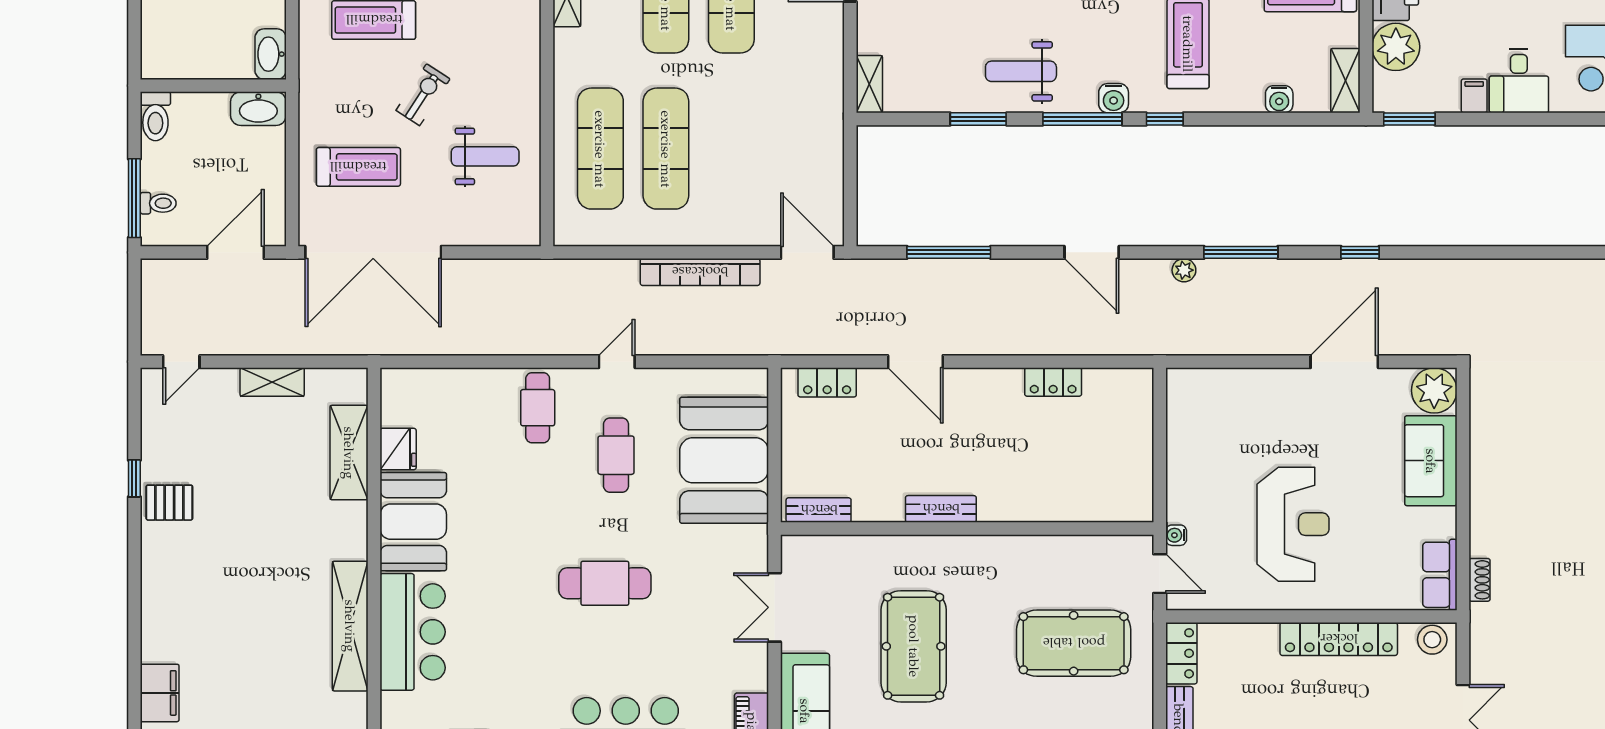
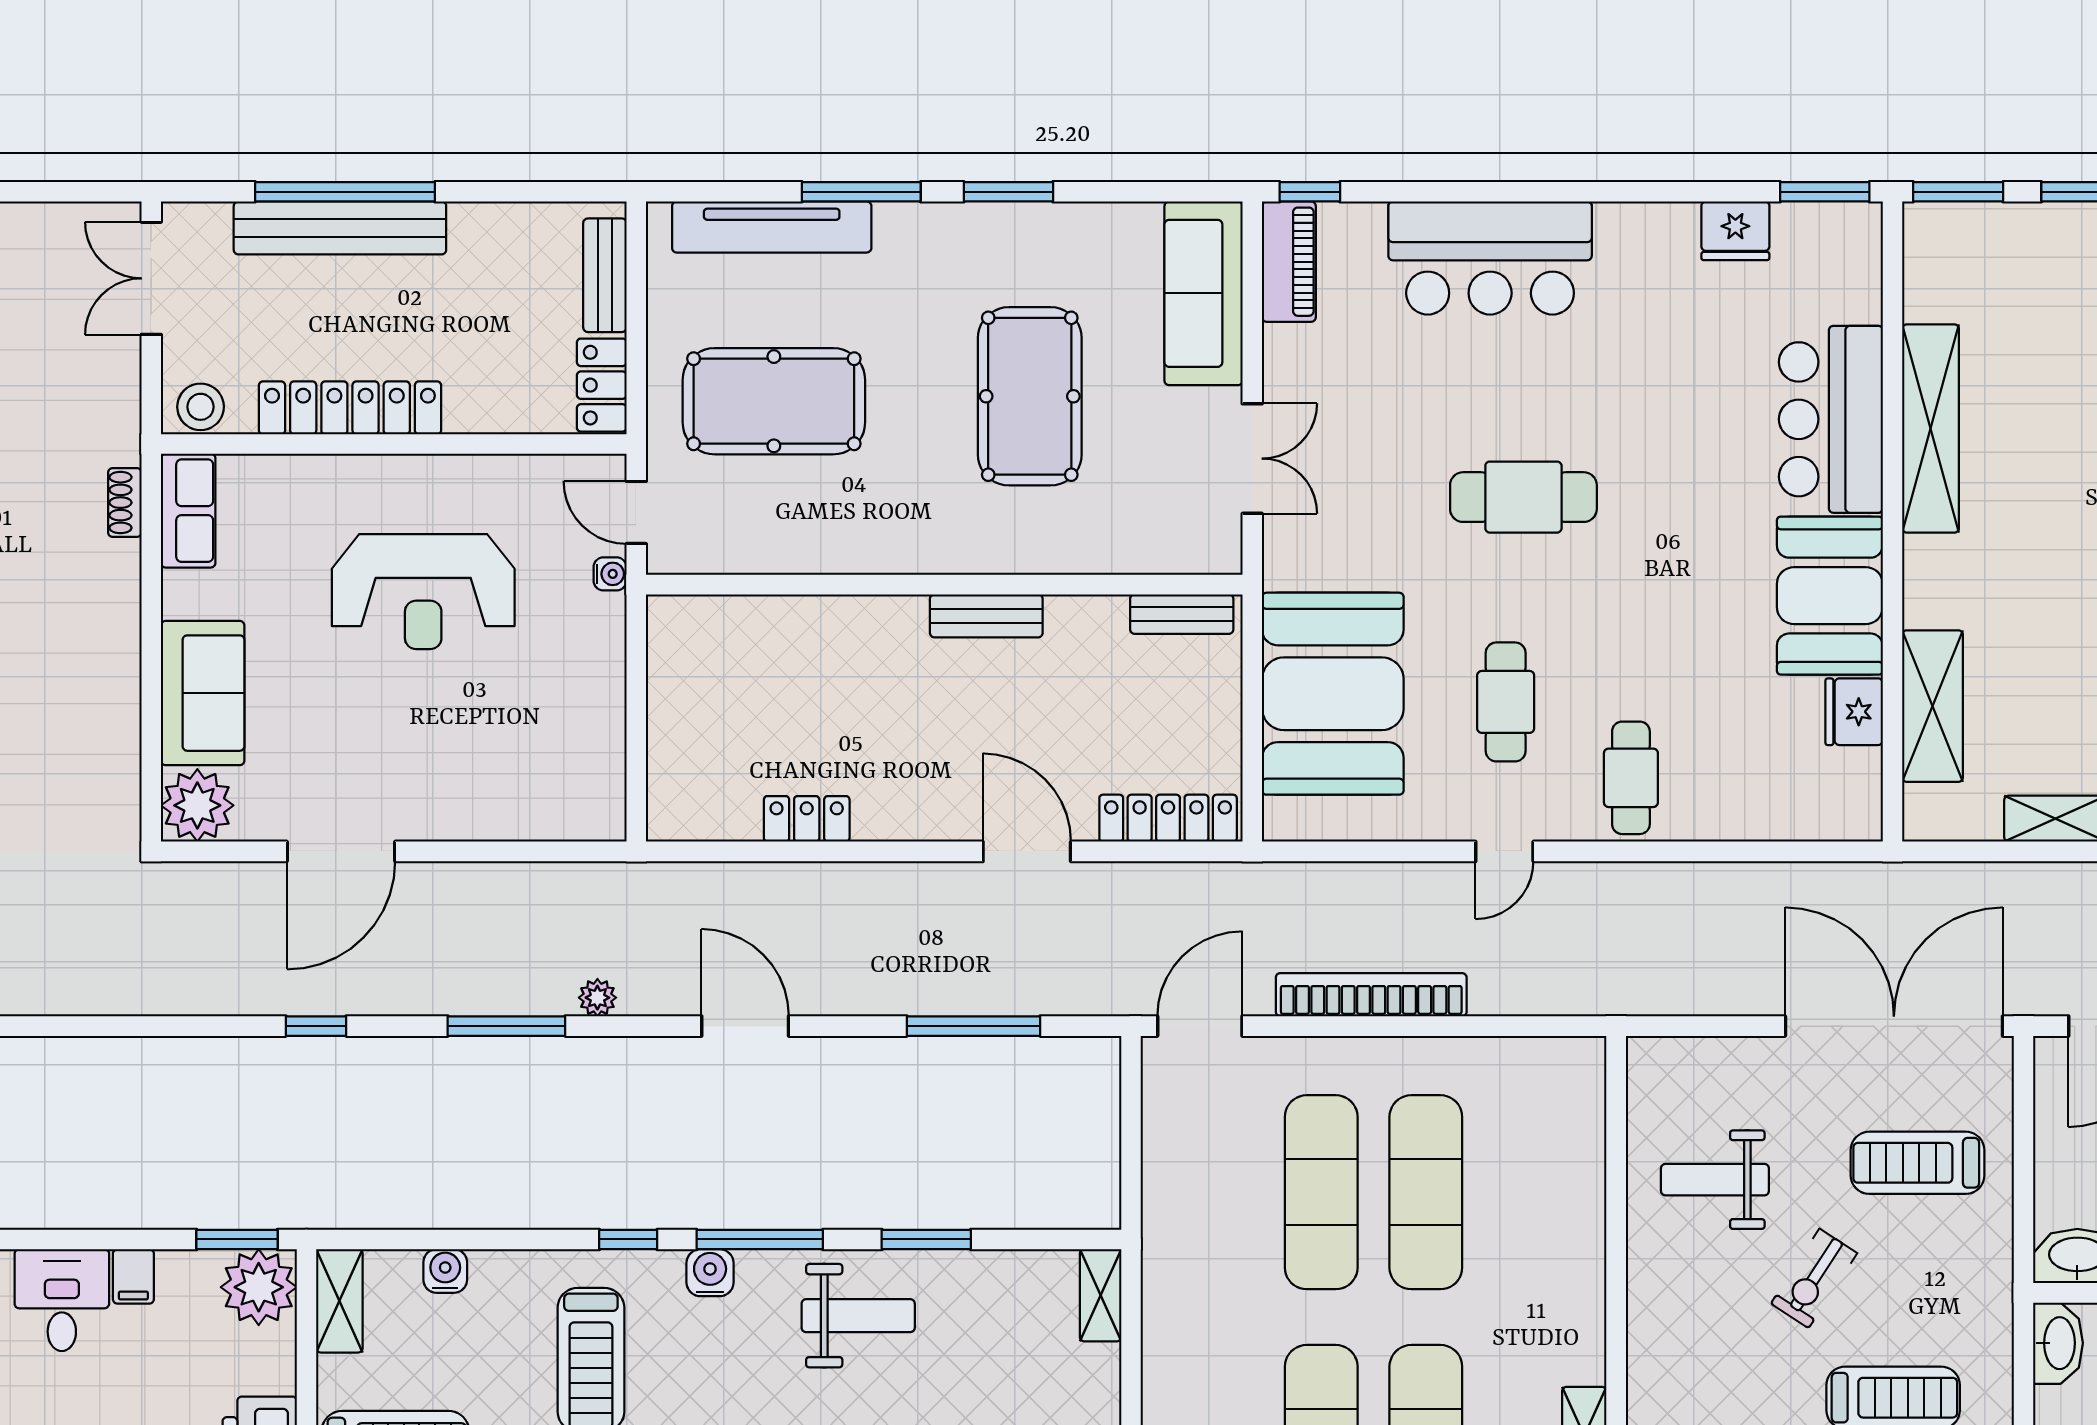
plant: (1396, 47) -> (259, 1287), moved
exercise mat: (600, 149) -> (1321, 1192), moved
door: (807, 252) -> (1200, 1026), swing flipped
locker: (827, 382) -> (1168, 818), width x1.53
reception desk: (1293, 524) -> (423, 592), turned -90

